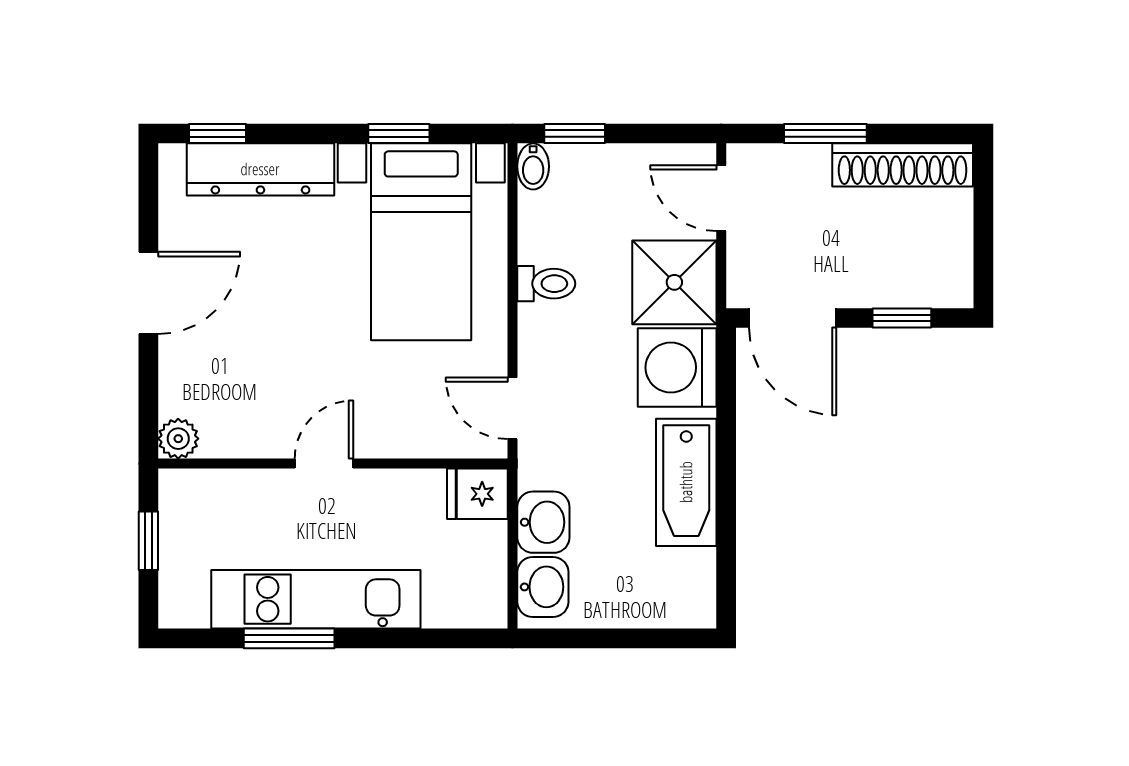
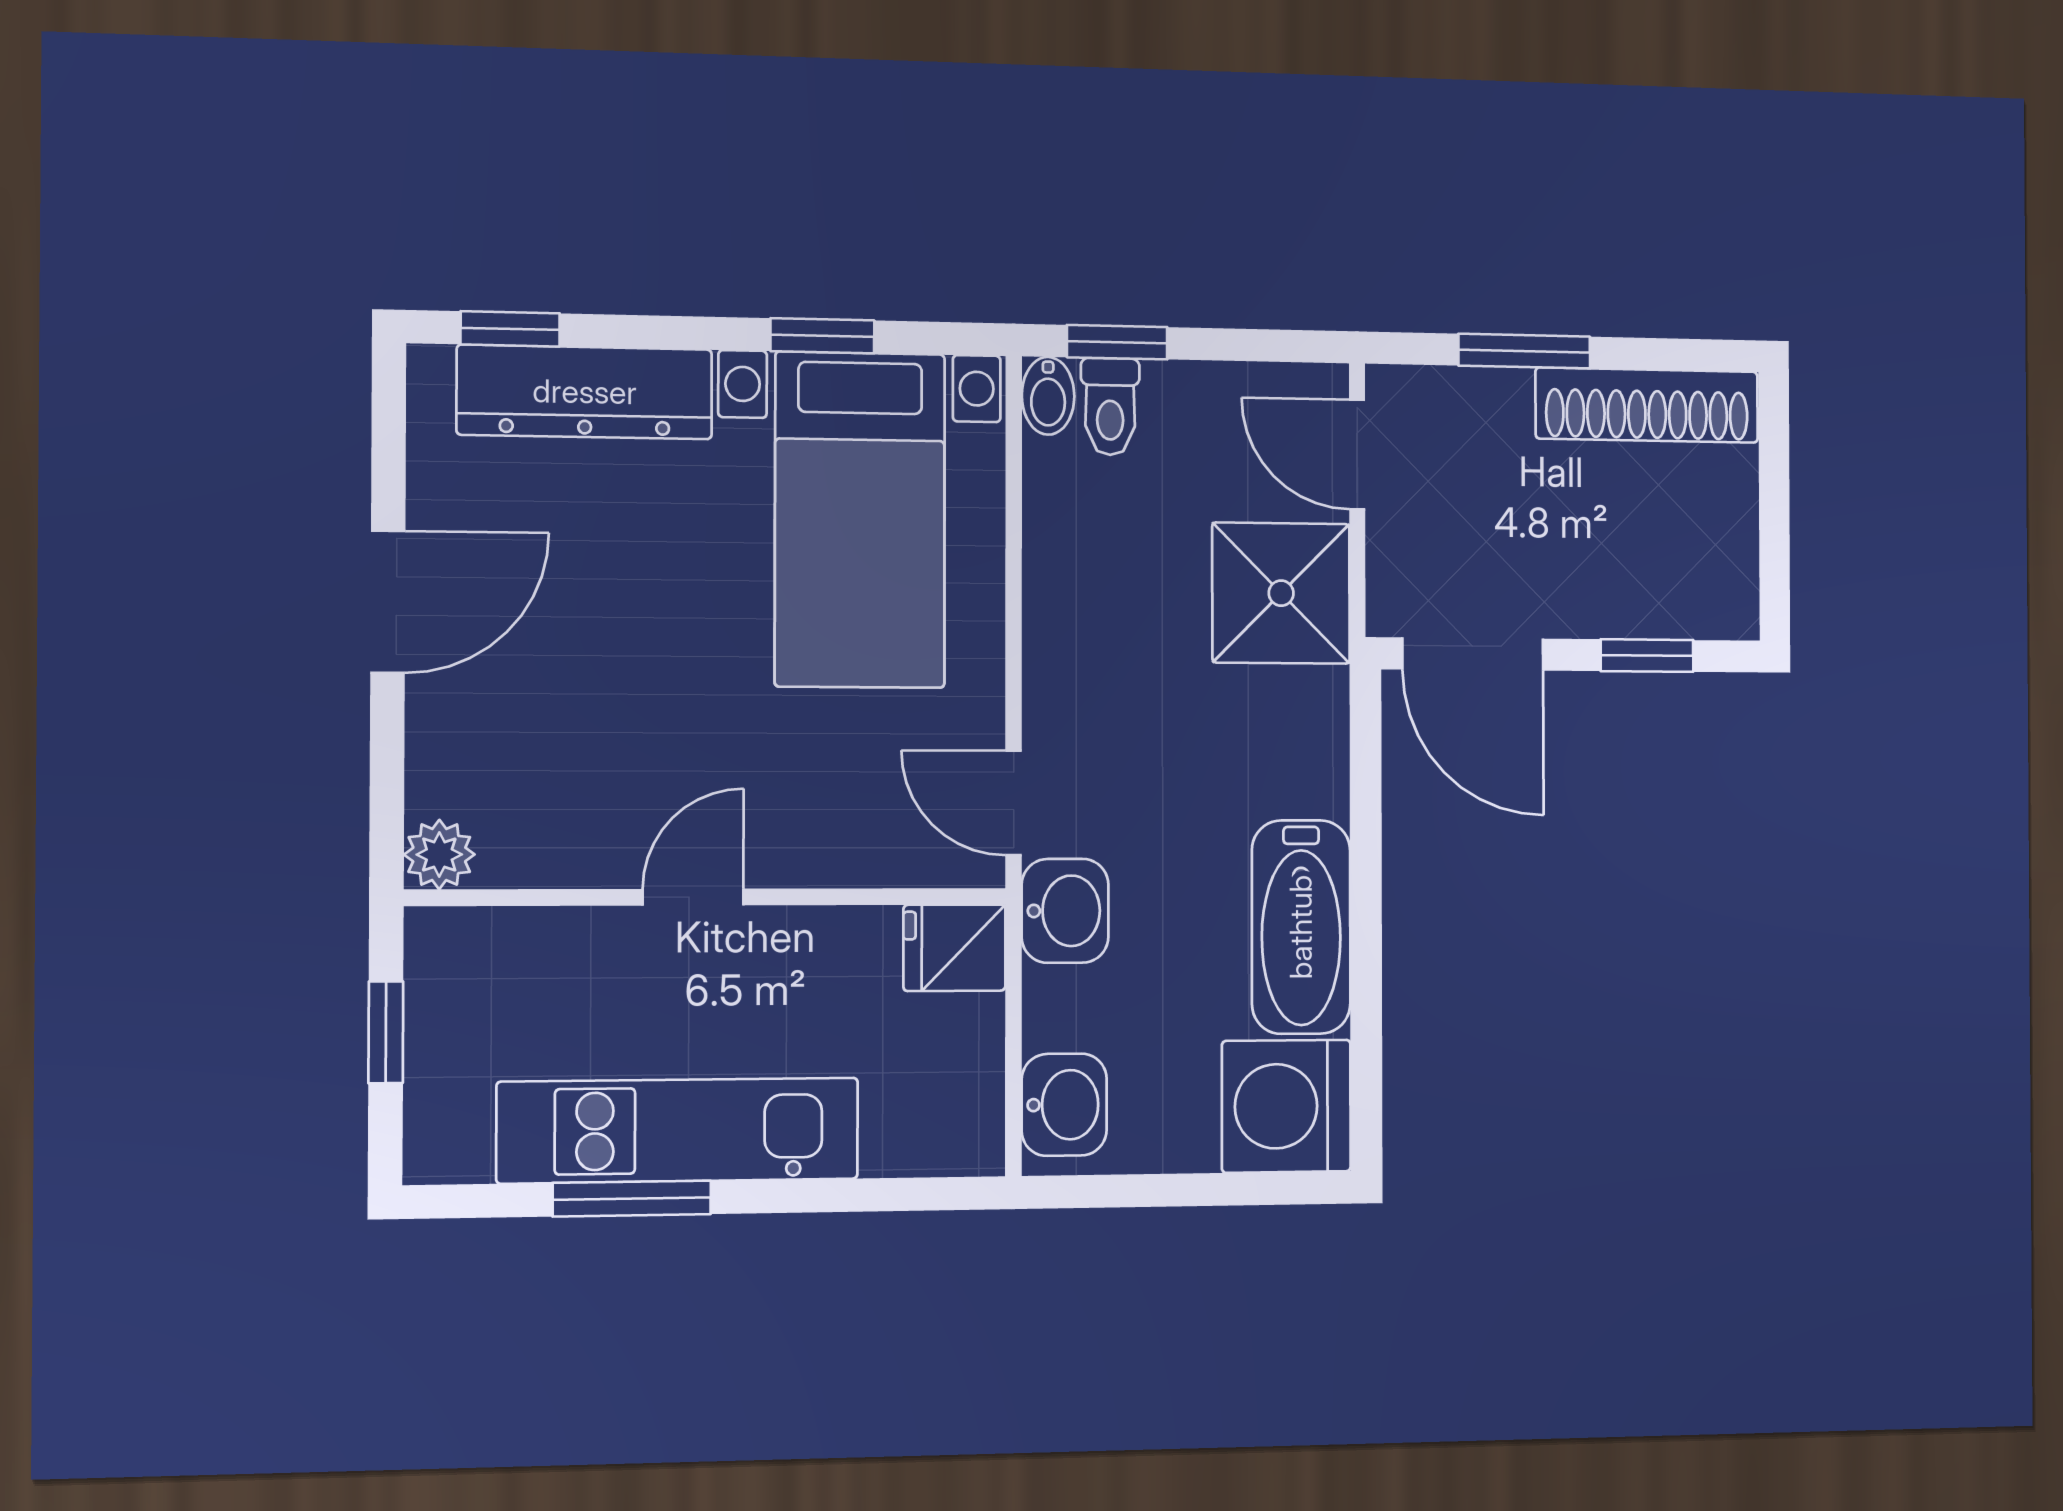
toilet: (546, 284) -> (1110, 407), moved, turned 90
washing machine: (677, 367) -> (1286, 1106), moved
washbasin: (543, 522) -> (1065, 911), moved

